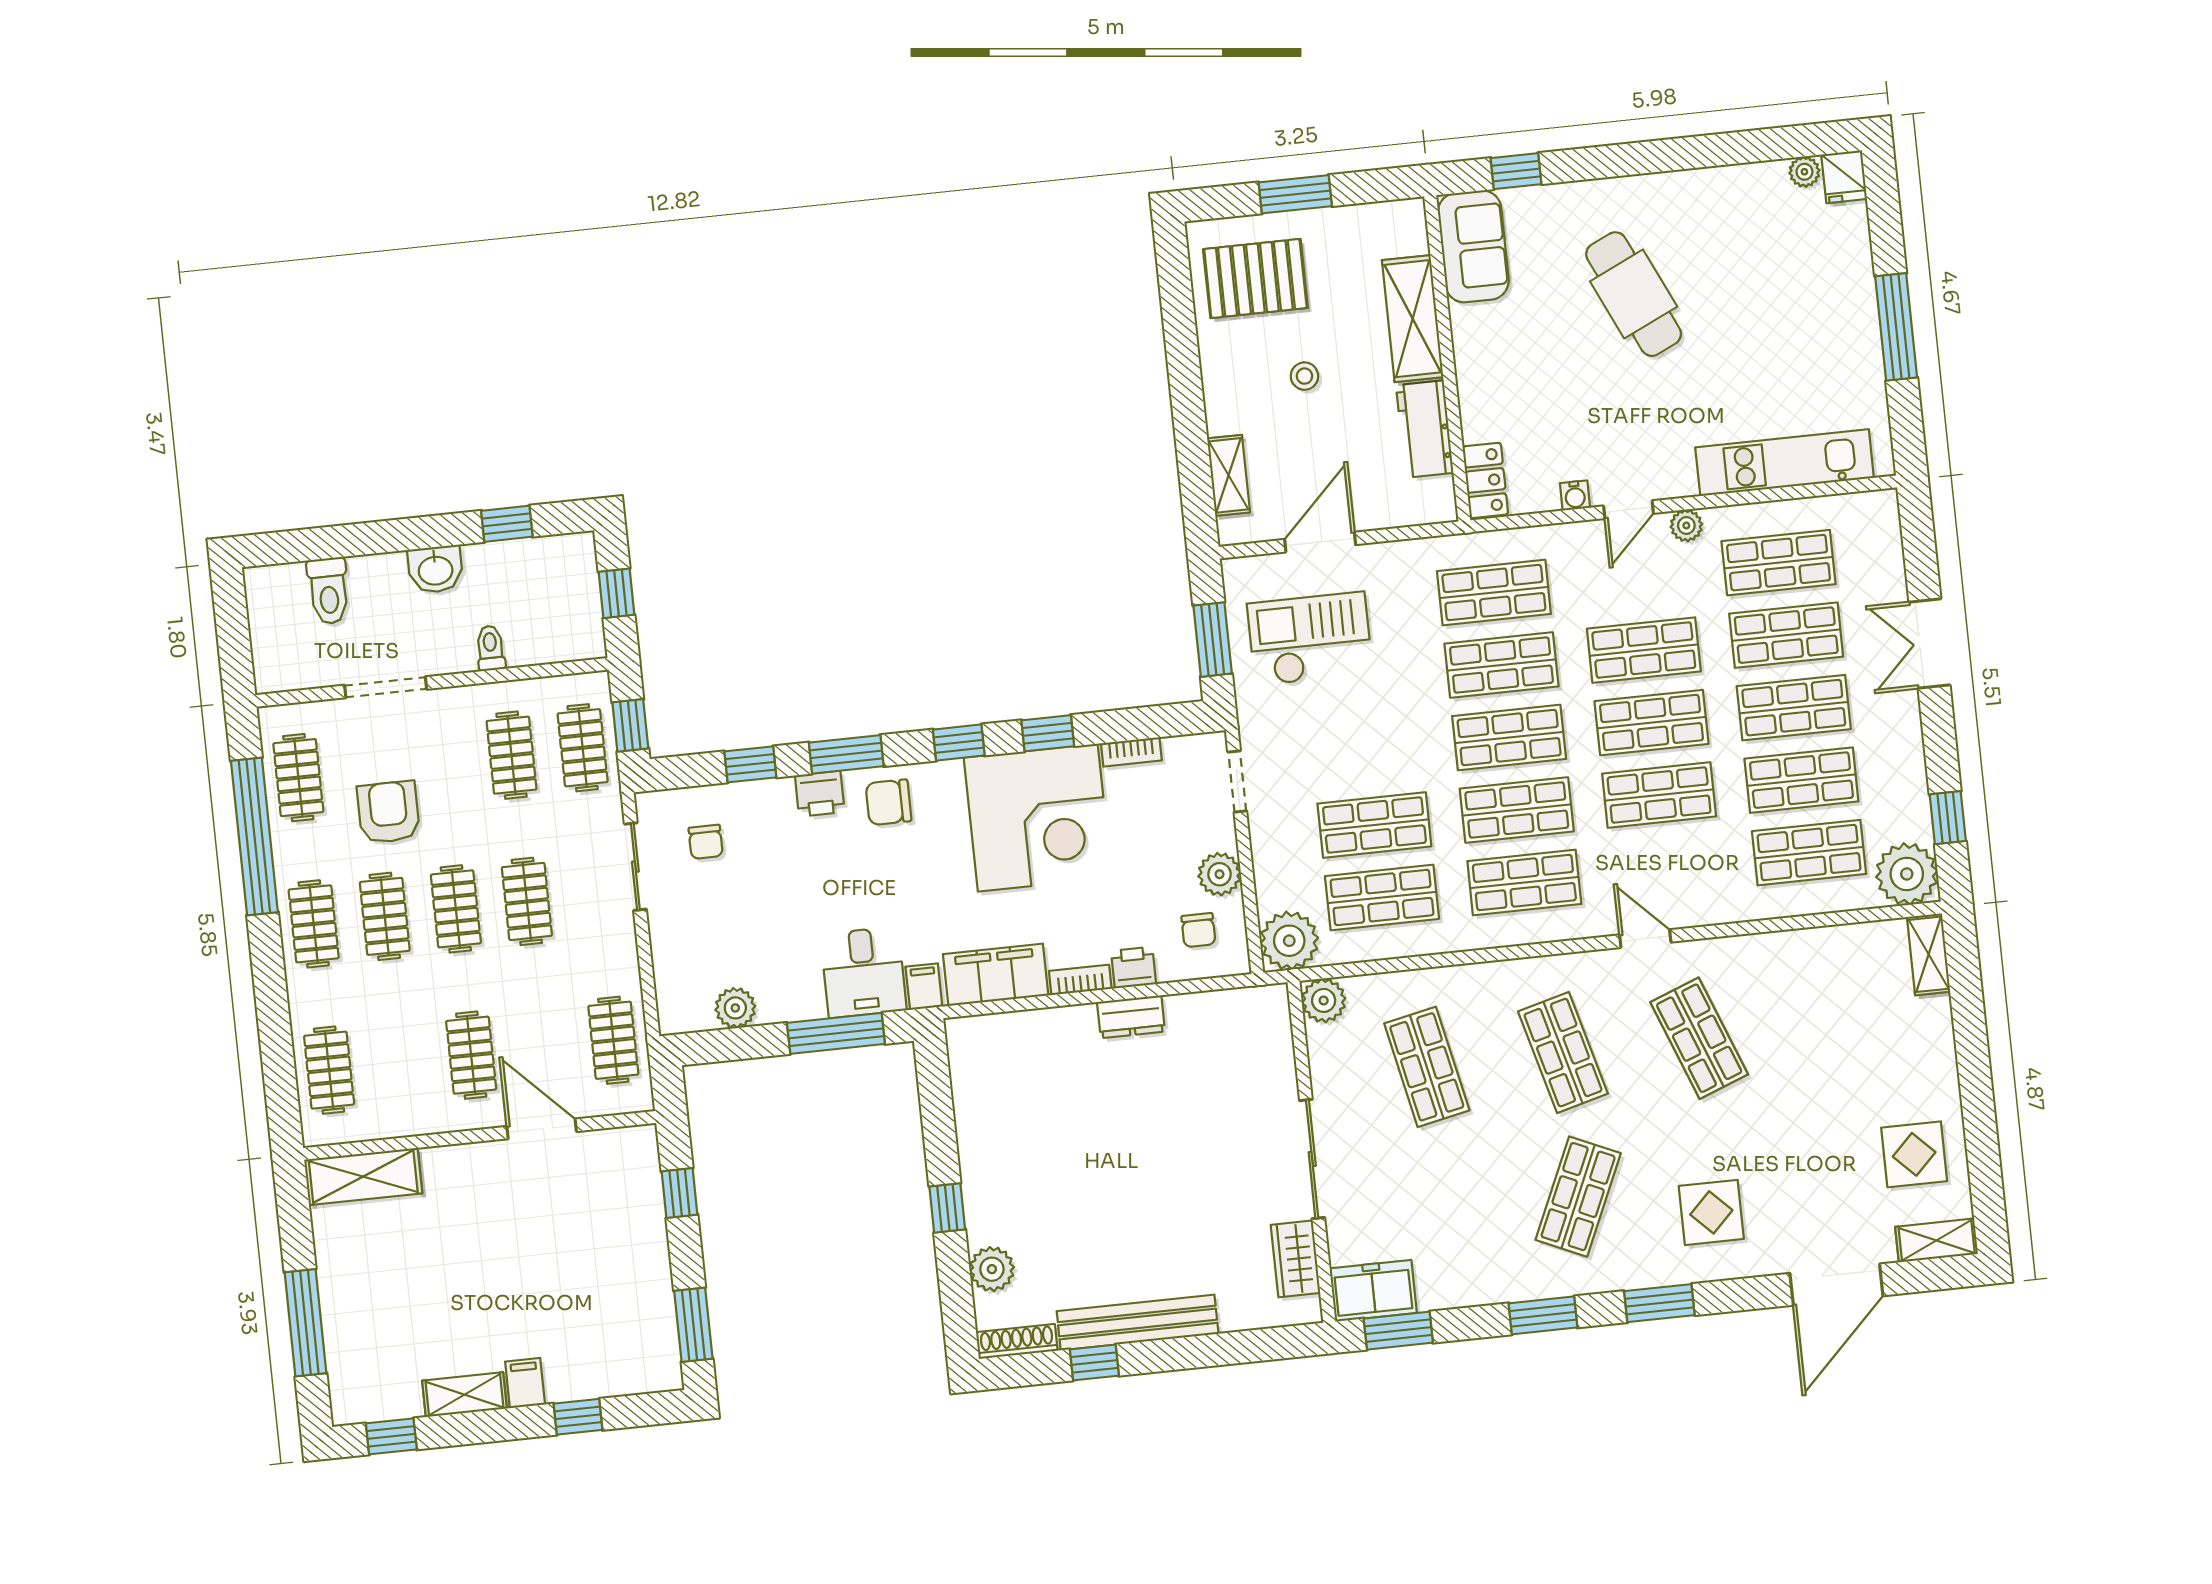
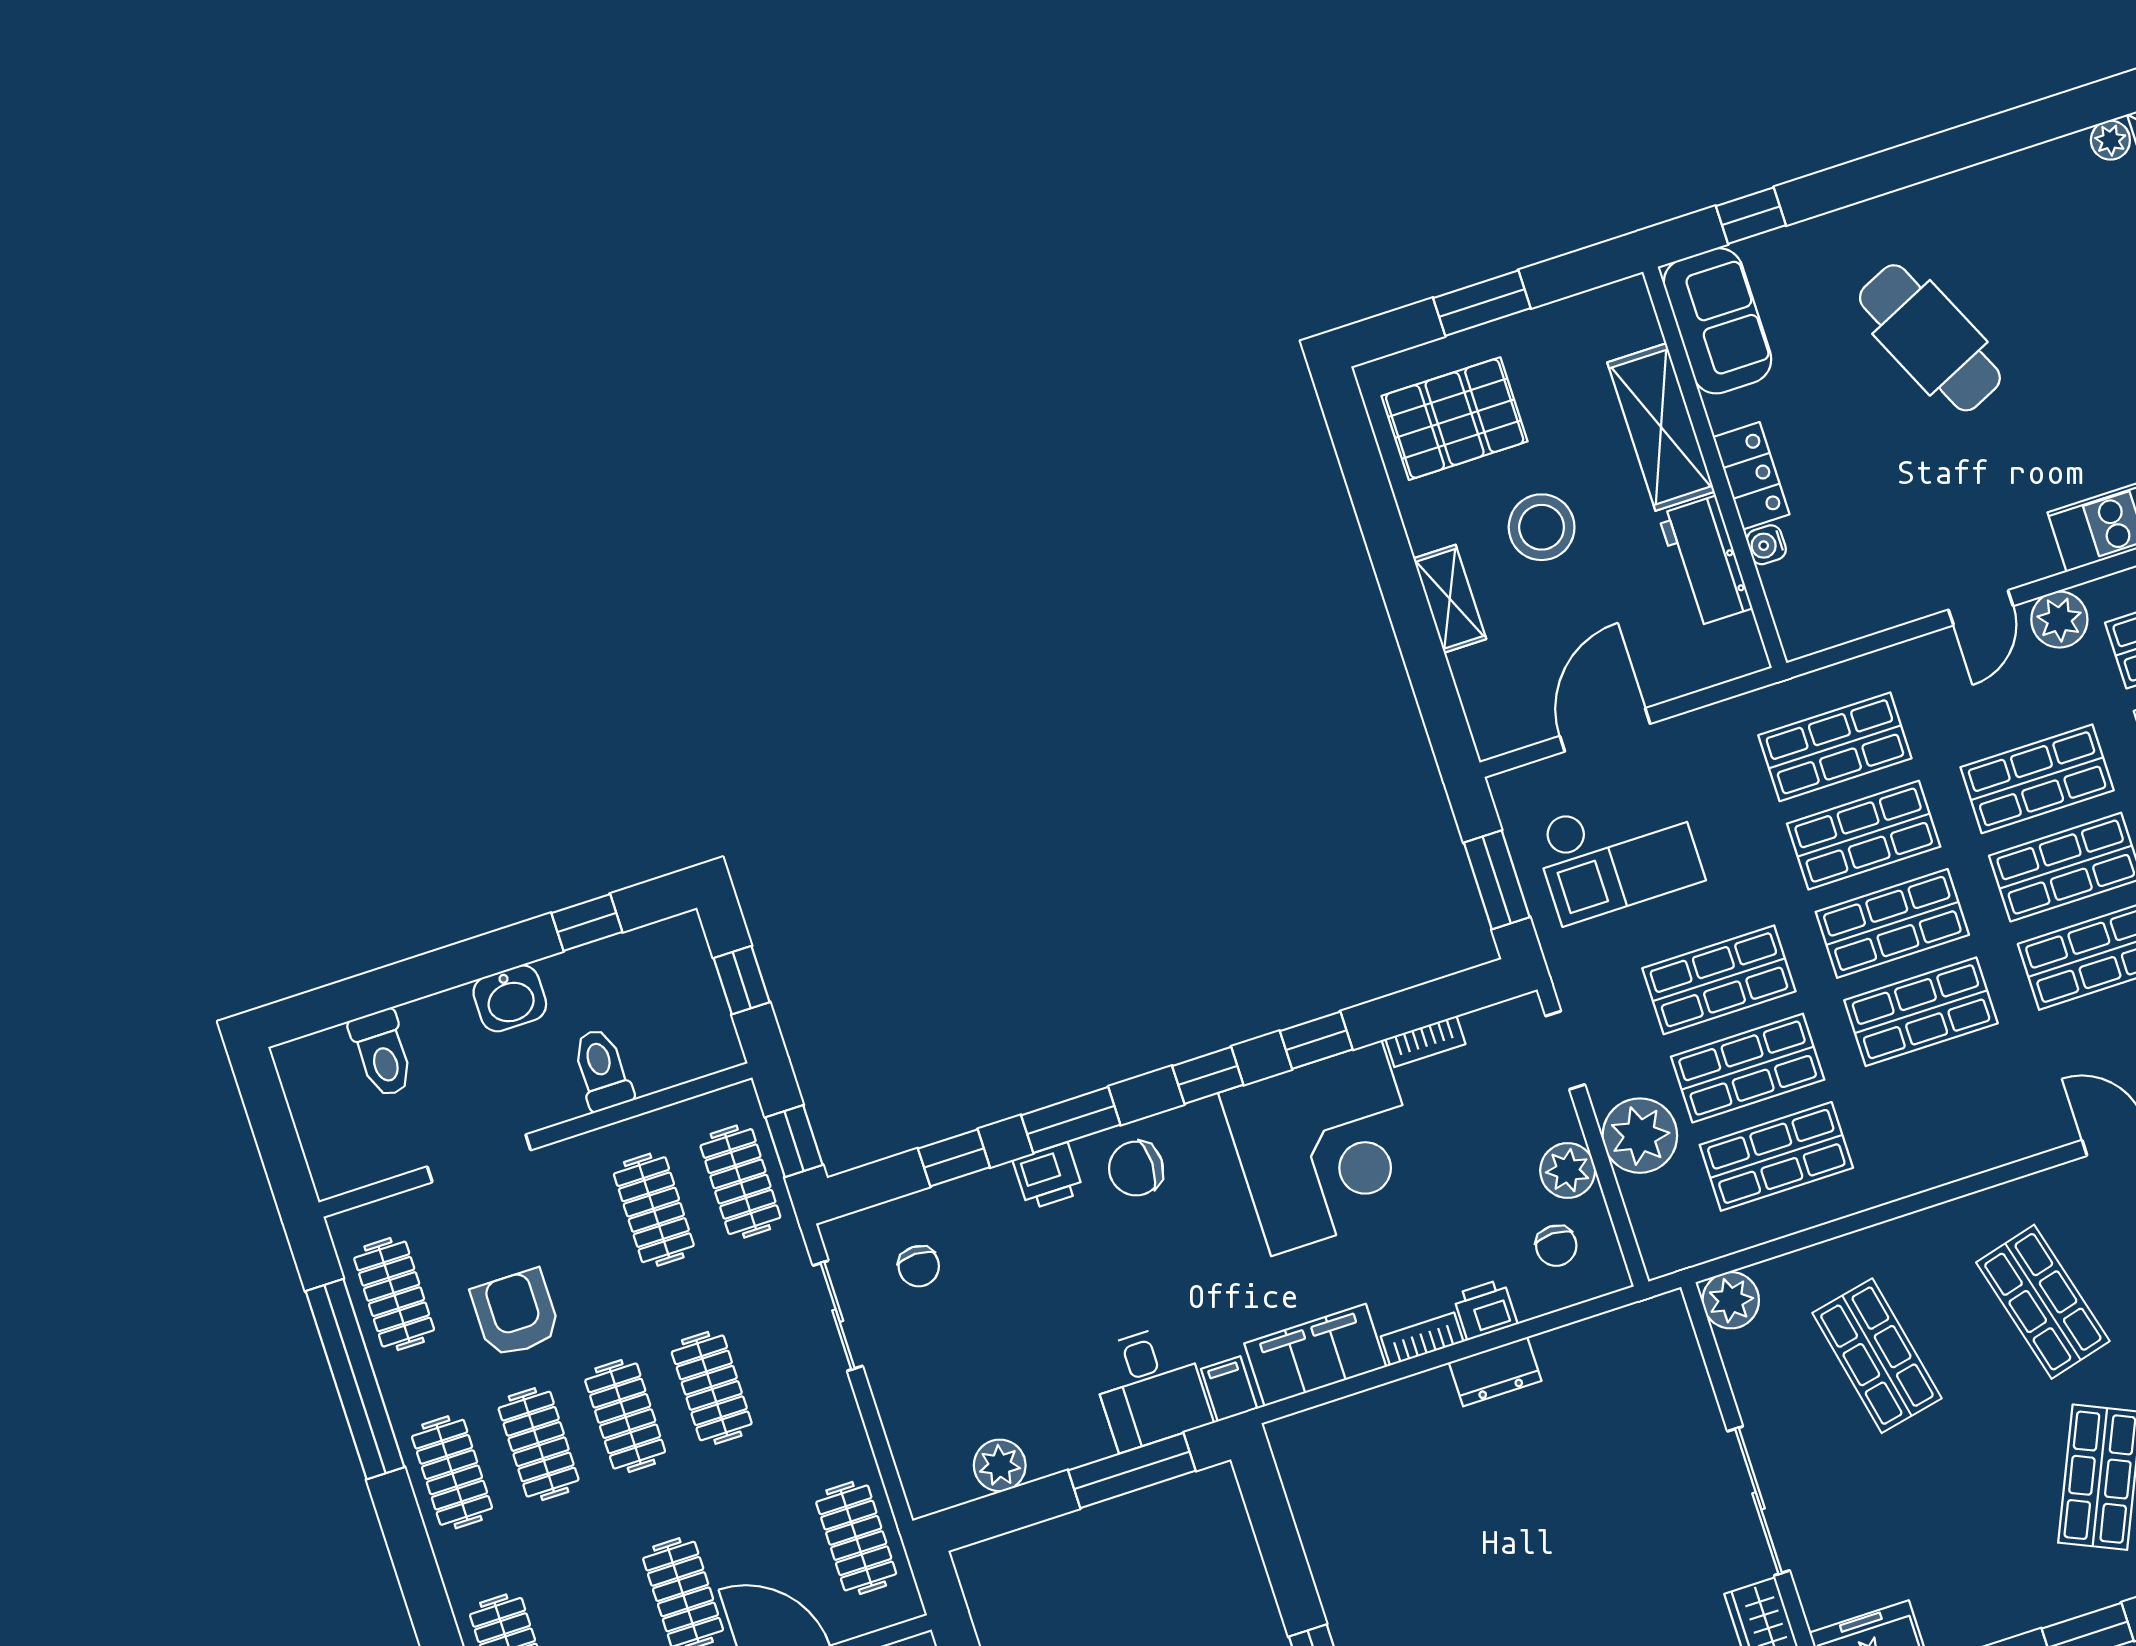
stool: (1304, 376) -> (1542, 527), width x1.89, depth x1.89
shelving: (1229, 475) -> (1450, 599), moved
locker: (1485, 480) -> (1751, 476), moved
water cooler: (1575, 495) -> (1766, 545), moved, turned 90
plant: (1686, 526) -> (2059, 620), width x1.38, depth x1.38
checkout: (1310, 639) -> (1618, 853), turned 180
toilet: (490, 648) -> (602, 1070), width x1.37, depth x1.39
shop shelf: (1524, 882) -> (1719, 980), moved
plant: (1289, 941) -> (1640, 1136), moved

